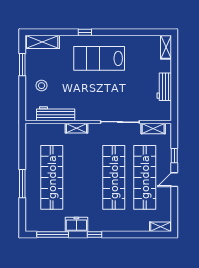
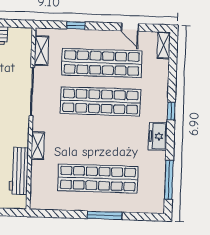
door: (174, 180) -> (130, 27), moved
freezer: (76, 224) -> (158, 136), moved
window: (94, 235) -> (171, 111), moved

